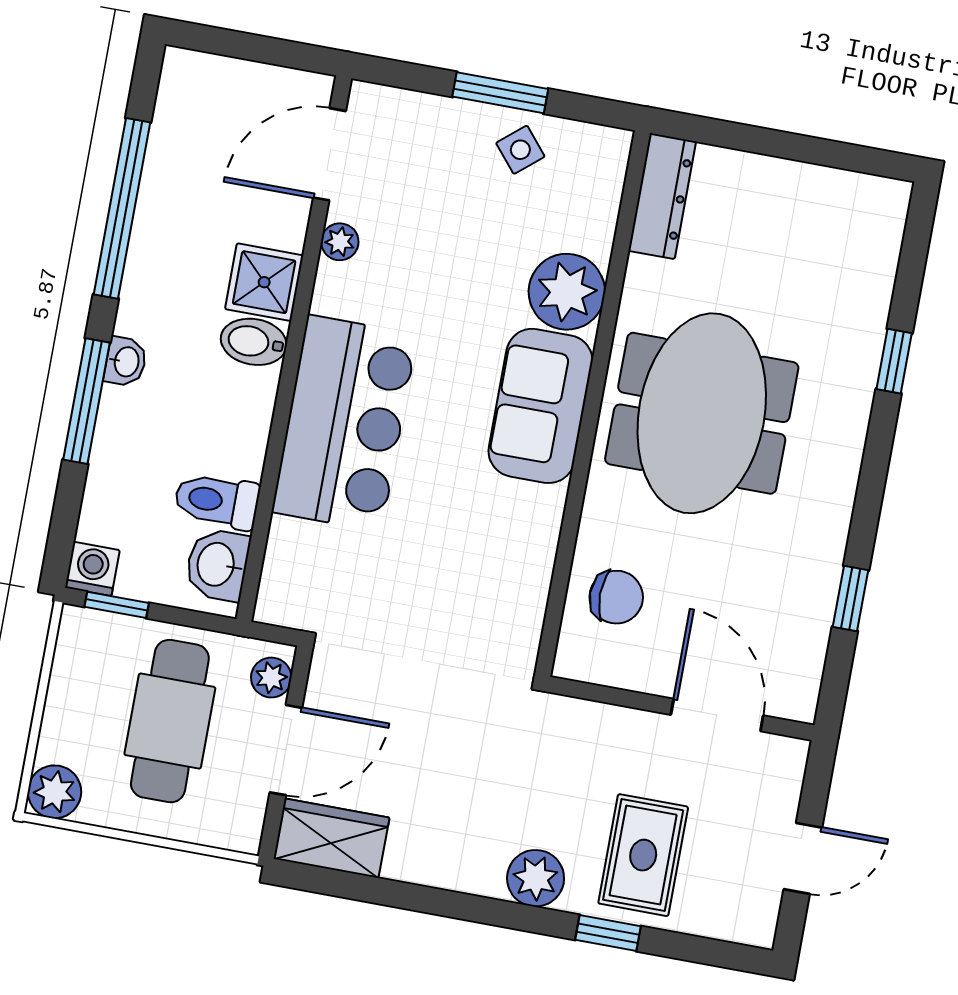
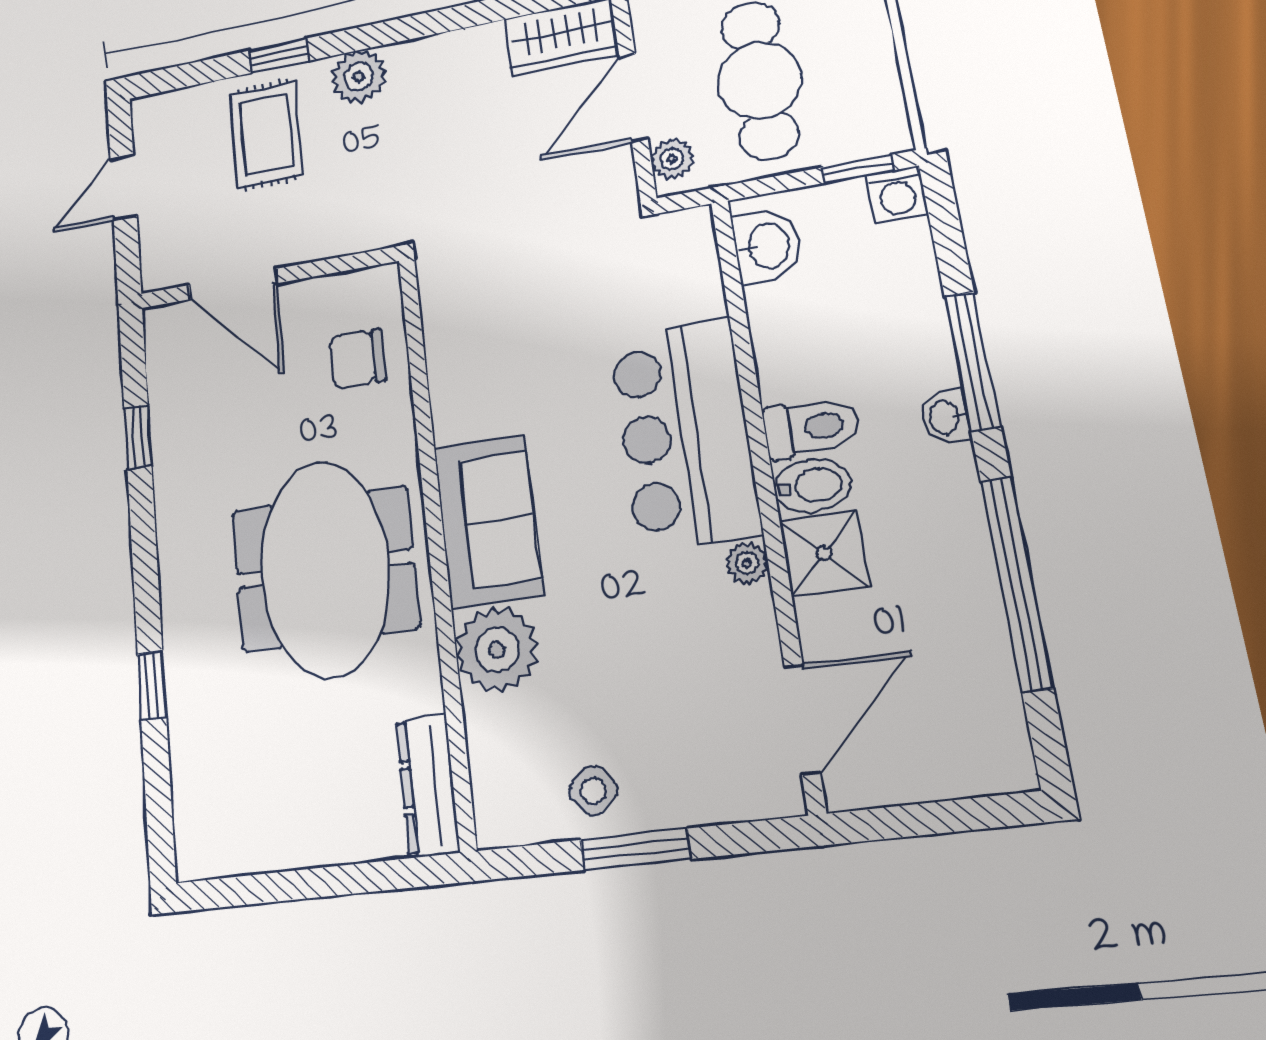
plant: (340, 242) -> (747, 563), moved
toilet: (217, 501) -> (811, 428), moved

